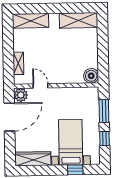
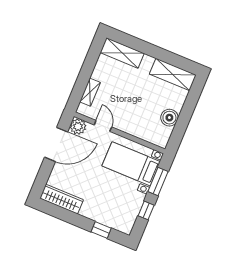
boiler: (91, 76) -> (169, 118), moved
bed with nightstands: (71, 142) -> (131, 164), moved, turned -90

